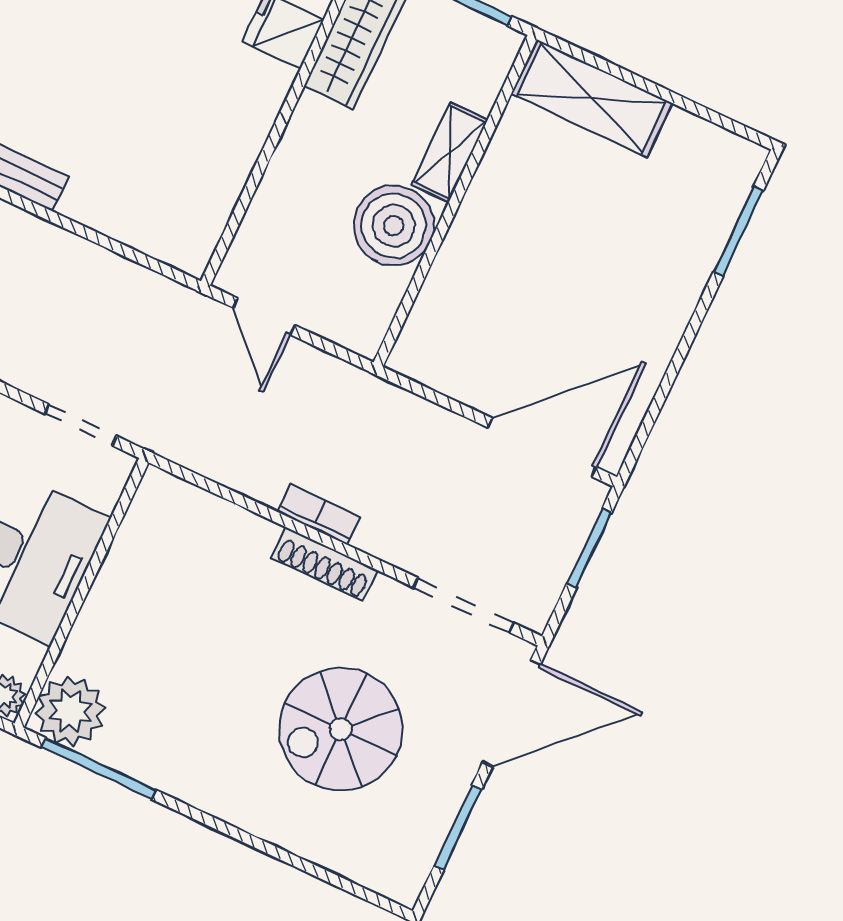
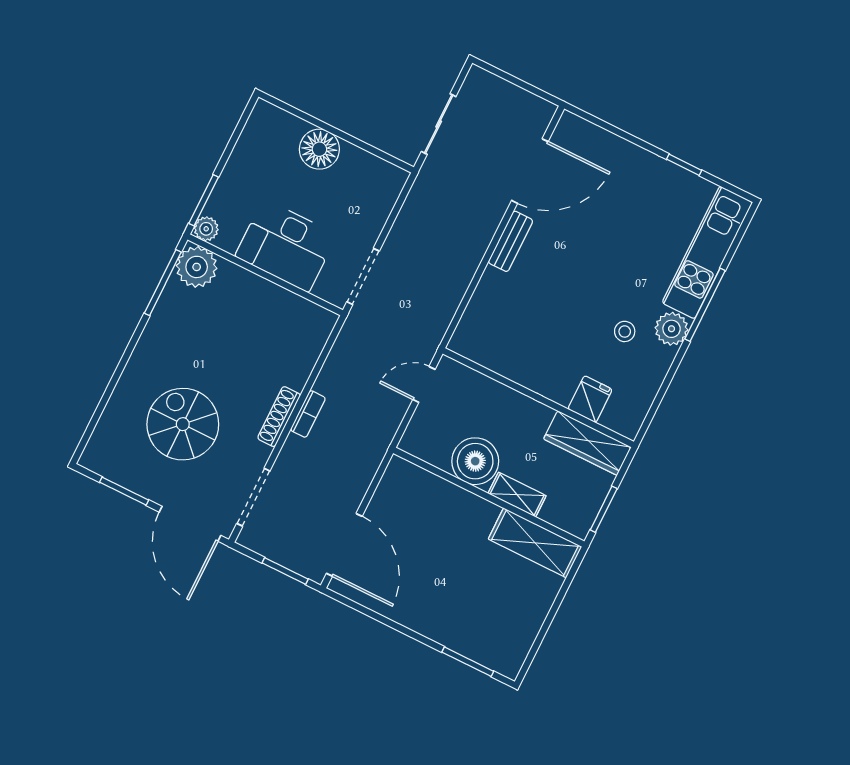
shelving: (592, 98) -> (535, 543), moved, turned 90
doorway: (80, 425) -> (363, 276), width x1.38

